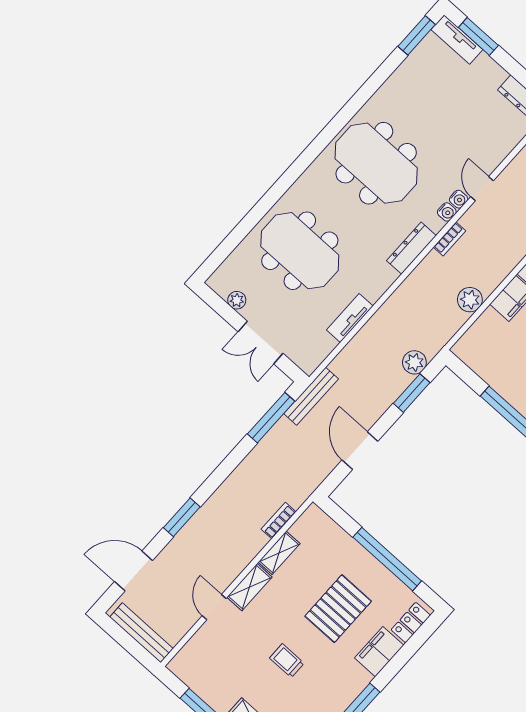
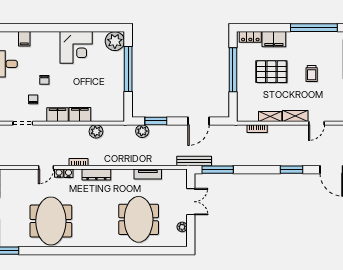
meeting table: (376, 163) -> (51, 221), moved

